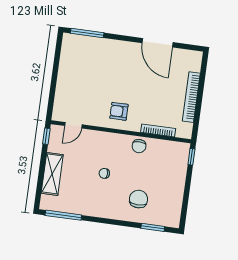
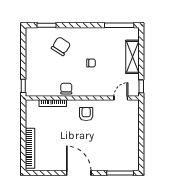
door: (158, 43) -> (79, 173), moved
bookcase: (191, 97) -> (30, 148), moved
armchair: (119, 111) -> (86, 114), turned -90
chair: (138, 199) -> (61, 46), turned -147

